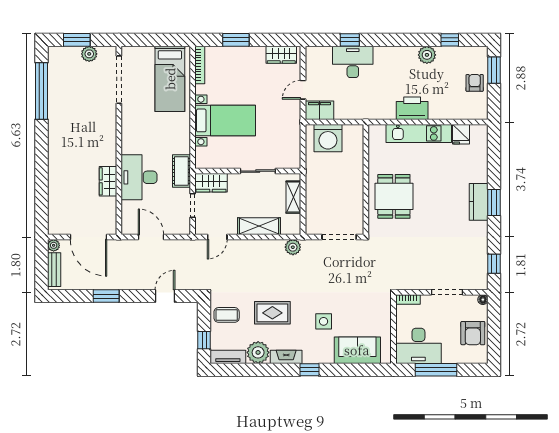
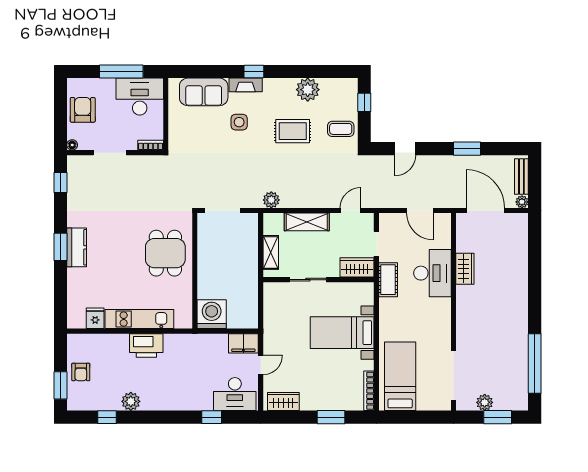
desk: (353, 62) -> (235, 394), moved
washing machine: (328, 138) -> (212, 314), moved
tv unit: (228, 357) -> (339, 85), removed
fireplace: (286, 357) -> (246, 85), moved

